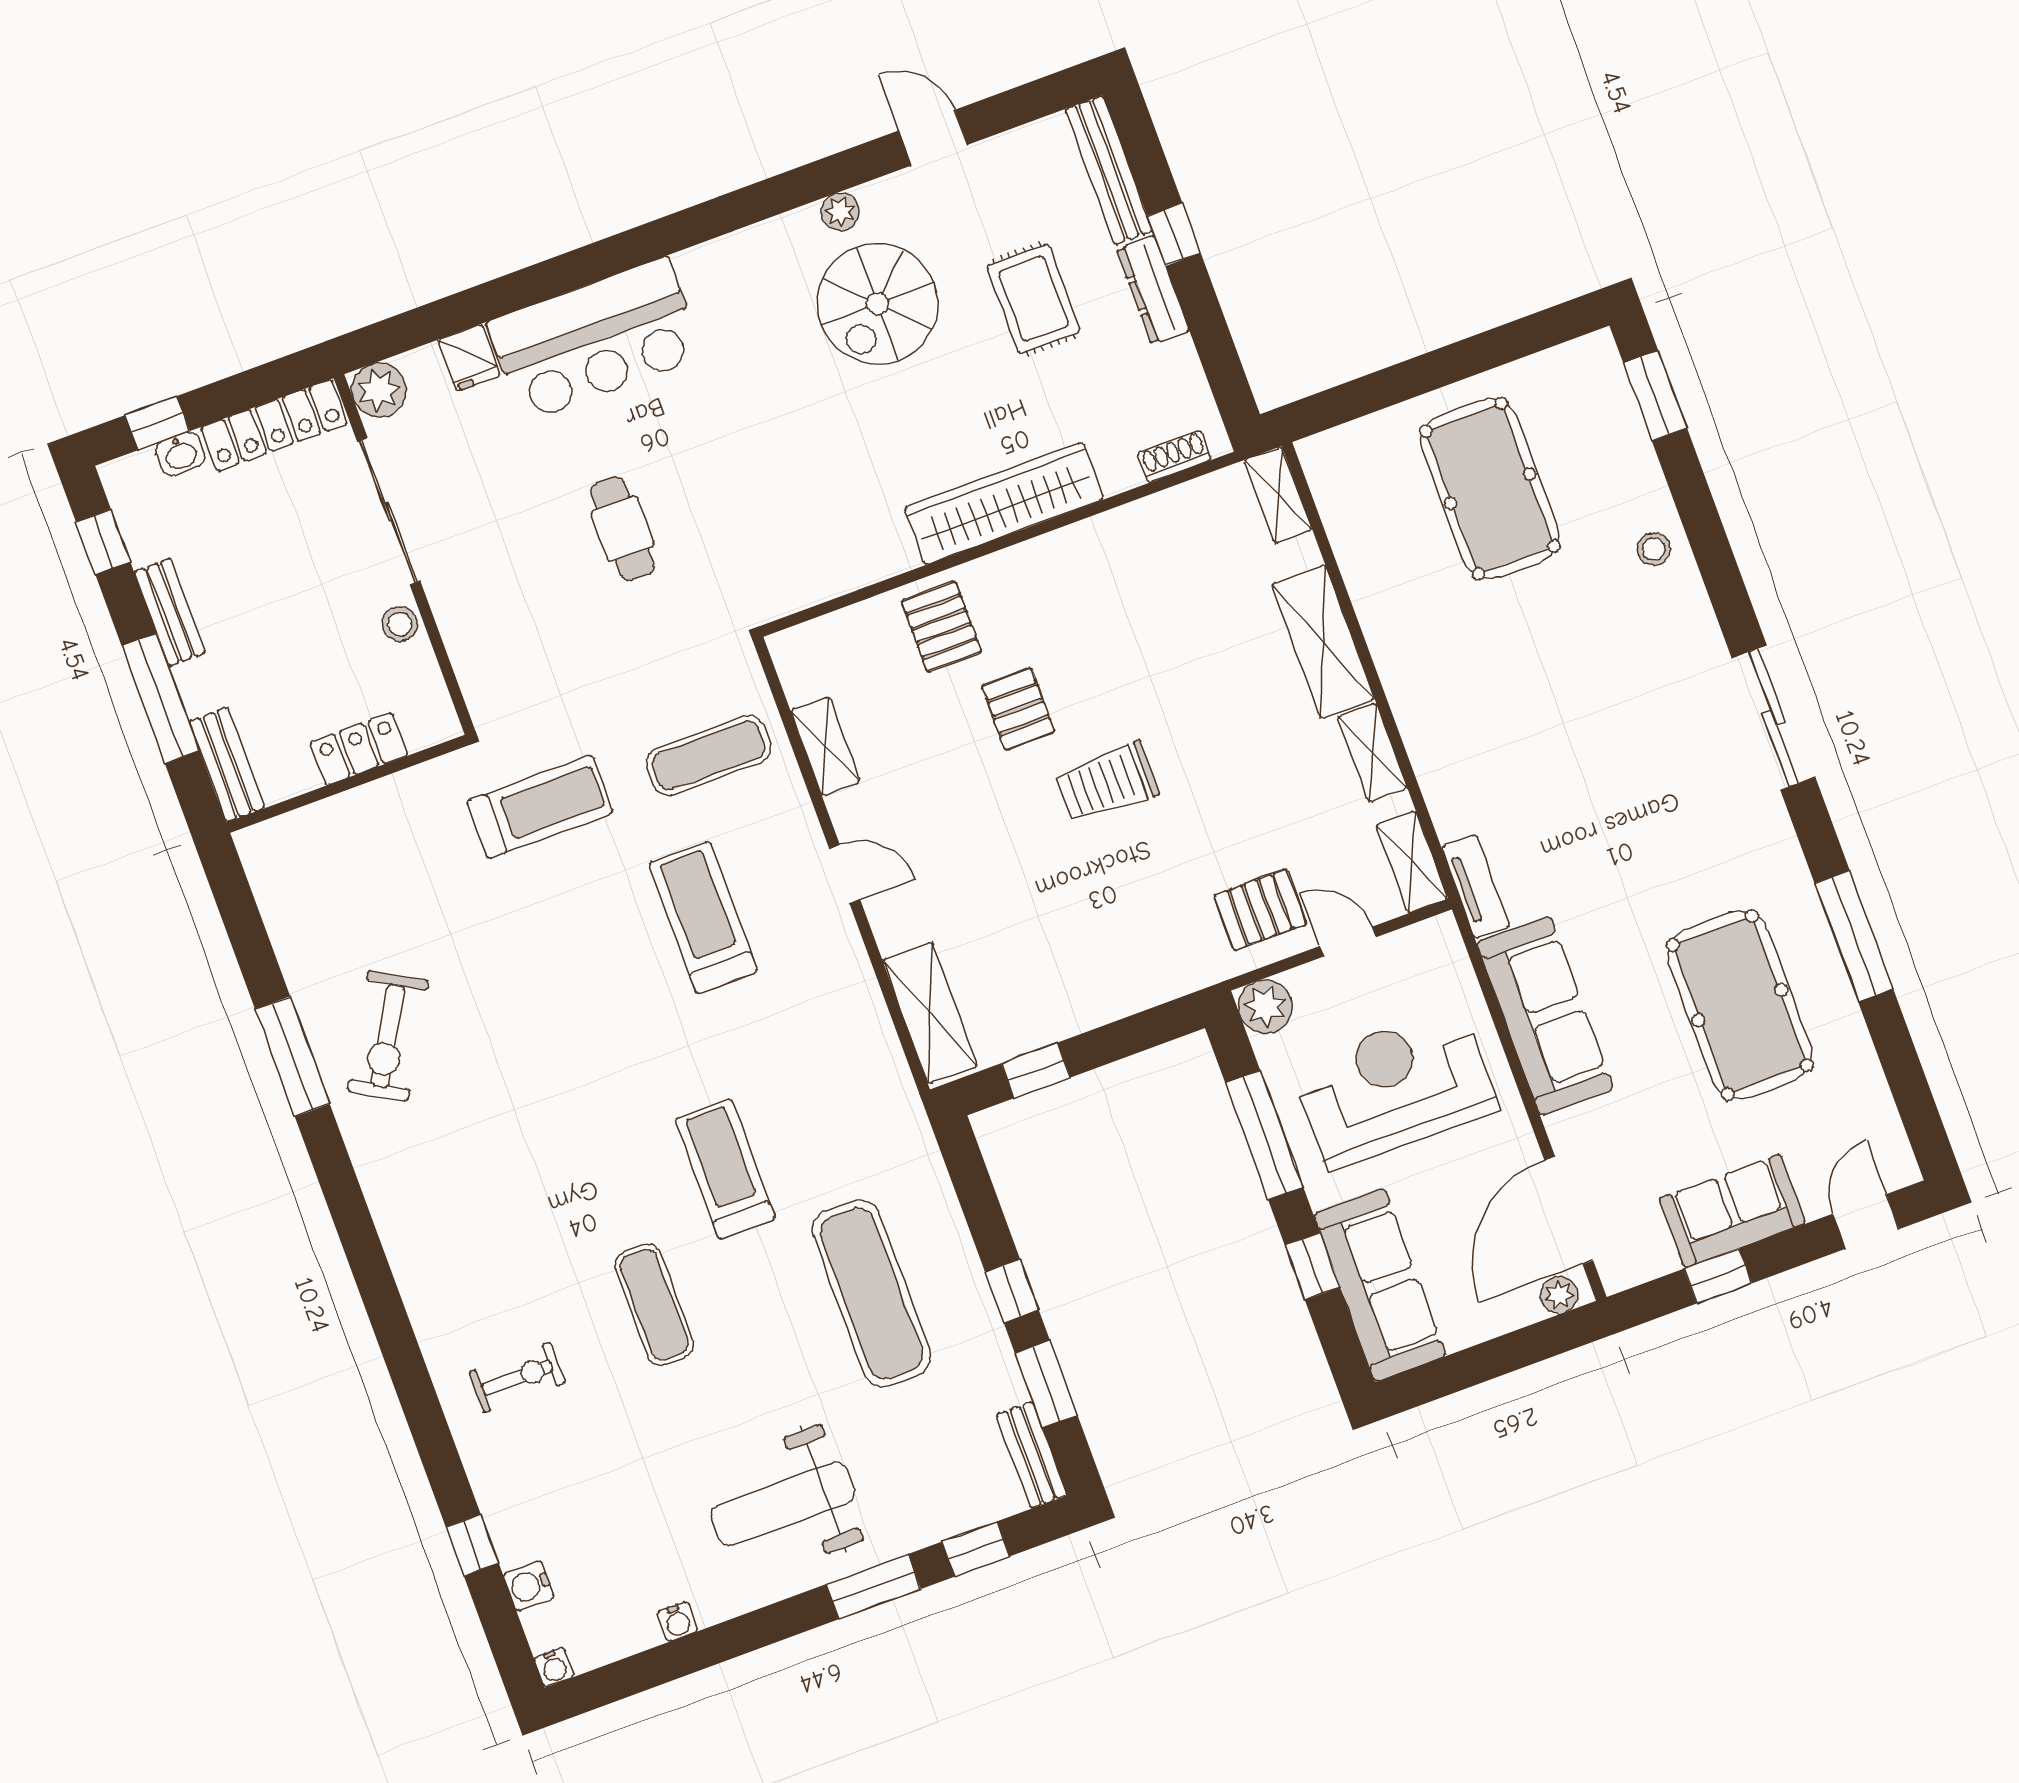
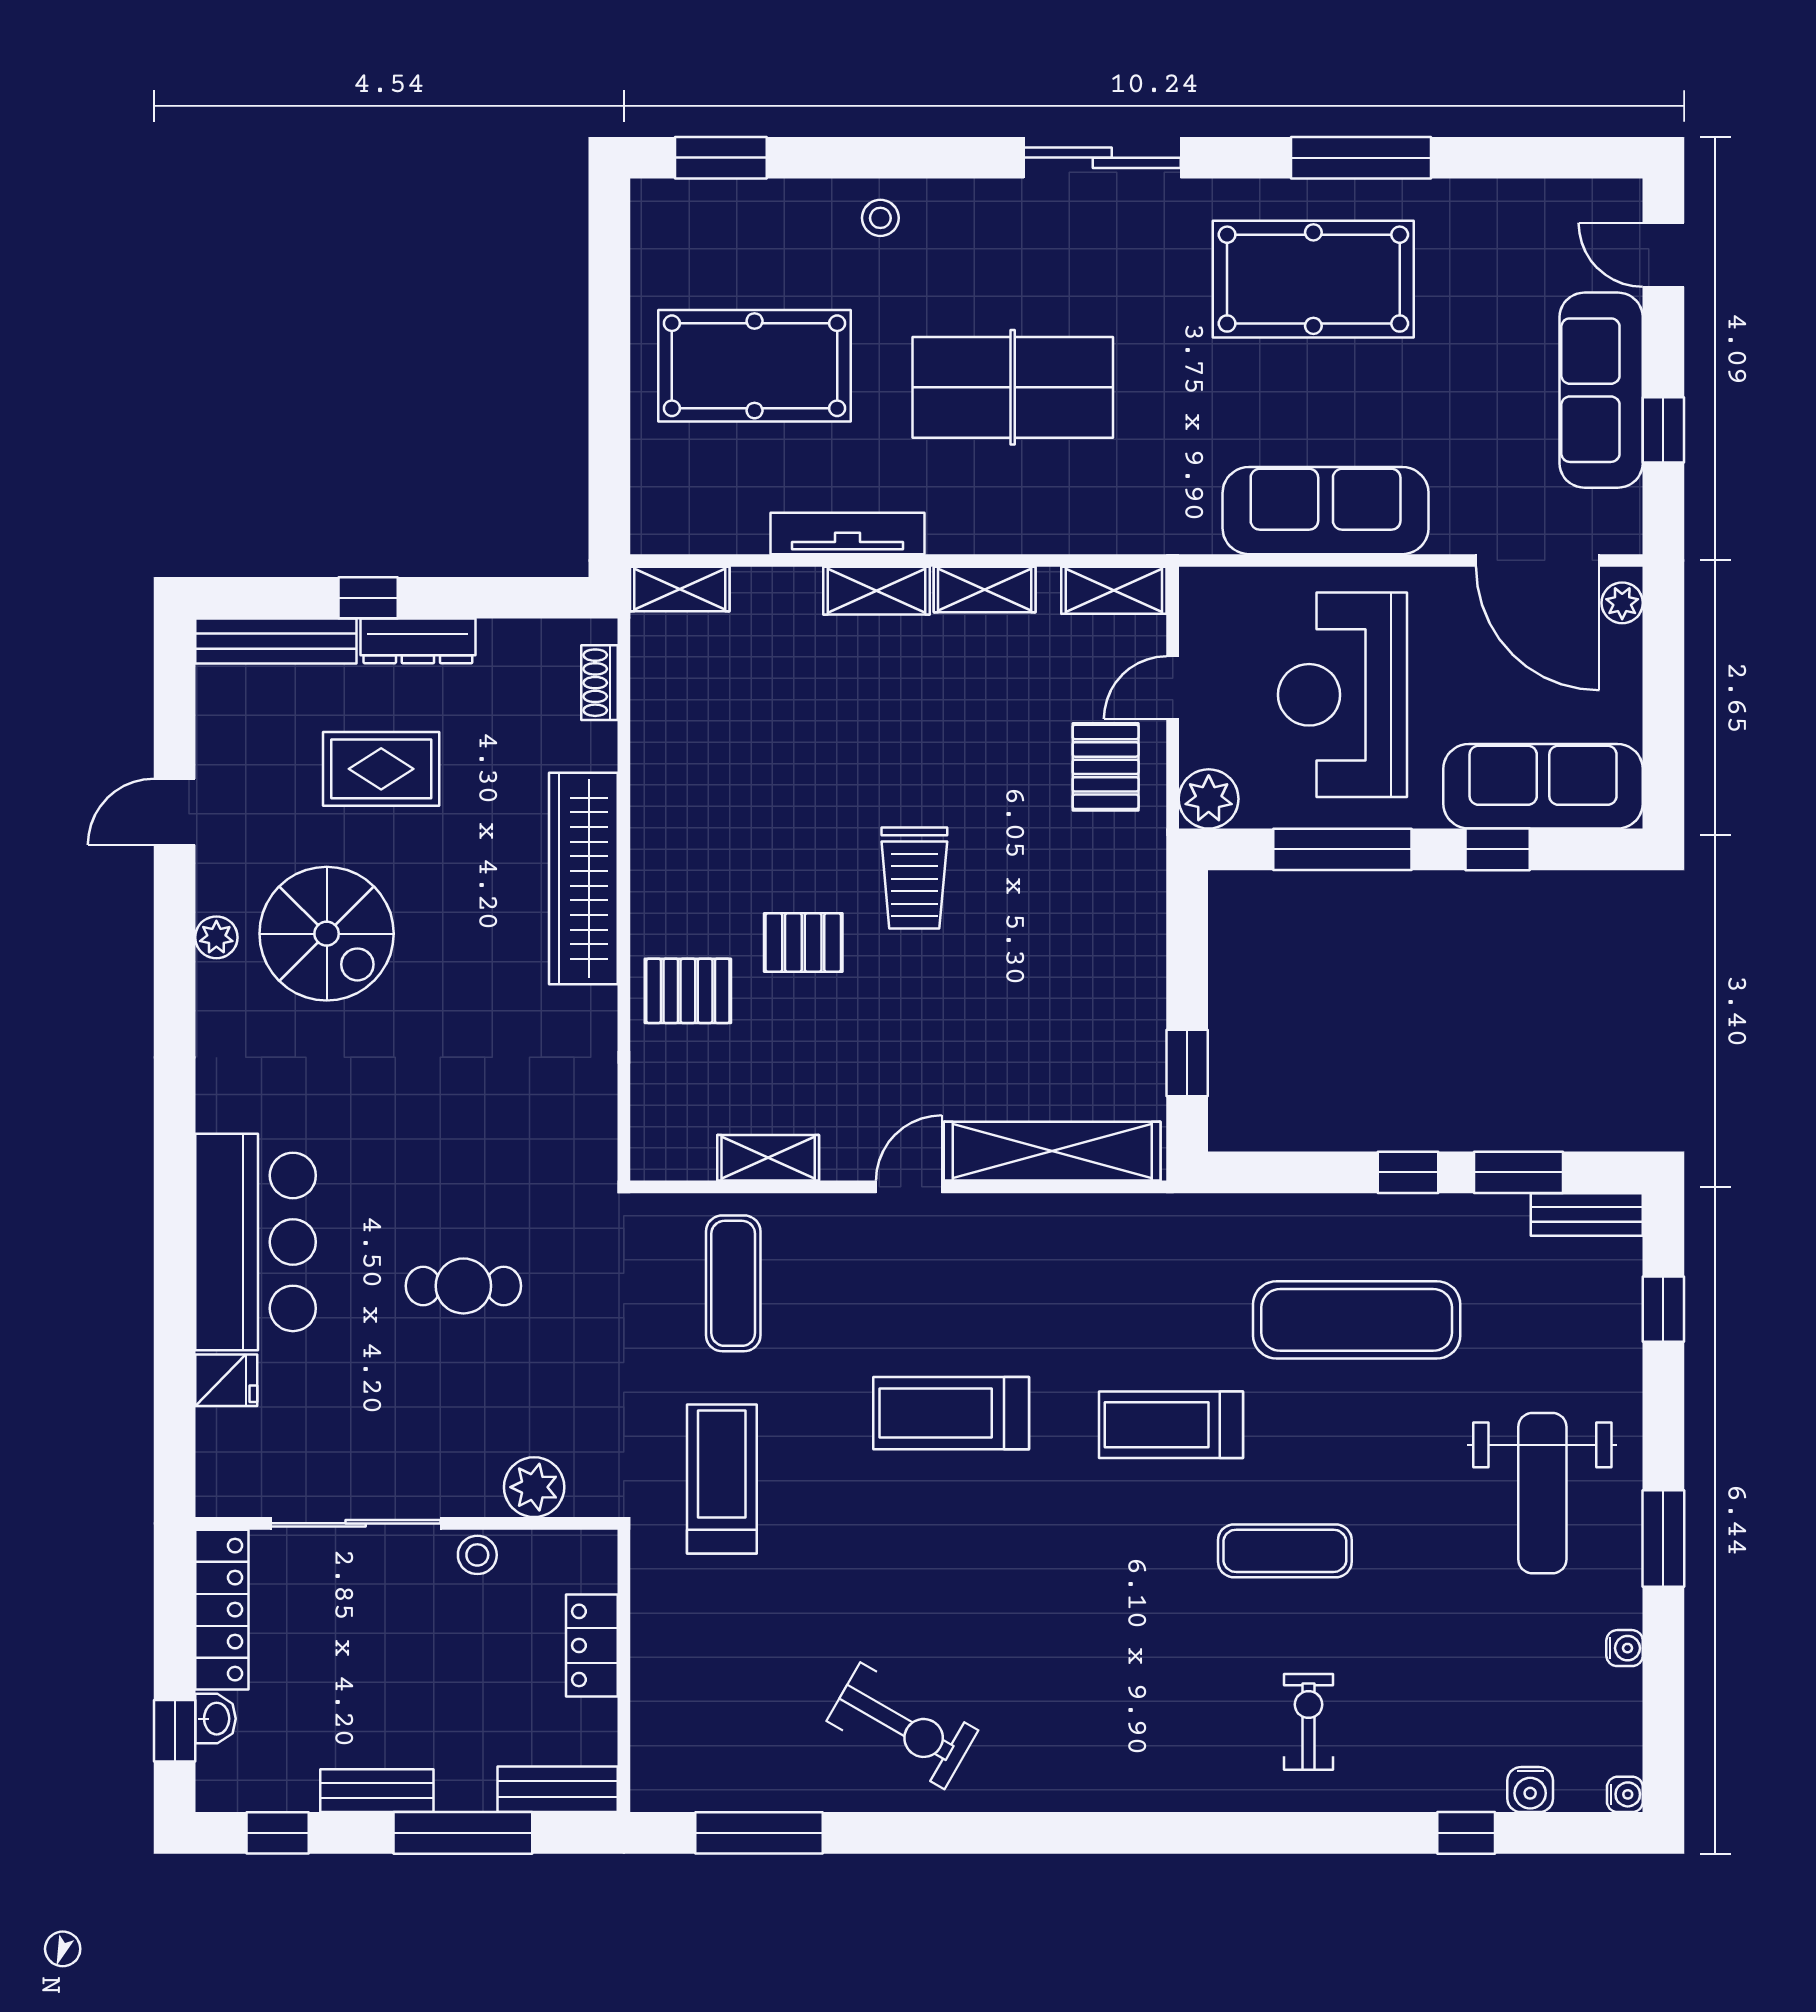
plant: (379, 390) -> (534, 1487), moved
shelving: (1323, 642) -> (877, 591), width x0.67, depth x0.75
table tennis table: (1552, 713) -> (1013, 387), added
tv unit: (1476, 886) -> (847, 533), moved, width x1.41
treadmill: (703, 917) -> (951, 1413), moved
pool table: (1740, 1005) -> (1313, 279), moved
shelving: (930, 1013) -> (1052, 1151), width x1.47
window: (292, 1056) -> (759, 1833), moved
sofa: (1732, 1211) -> (1601, 390), width x1.36
window: (873, 1587) -> (1663, 1539), moved

